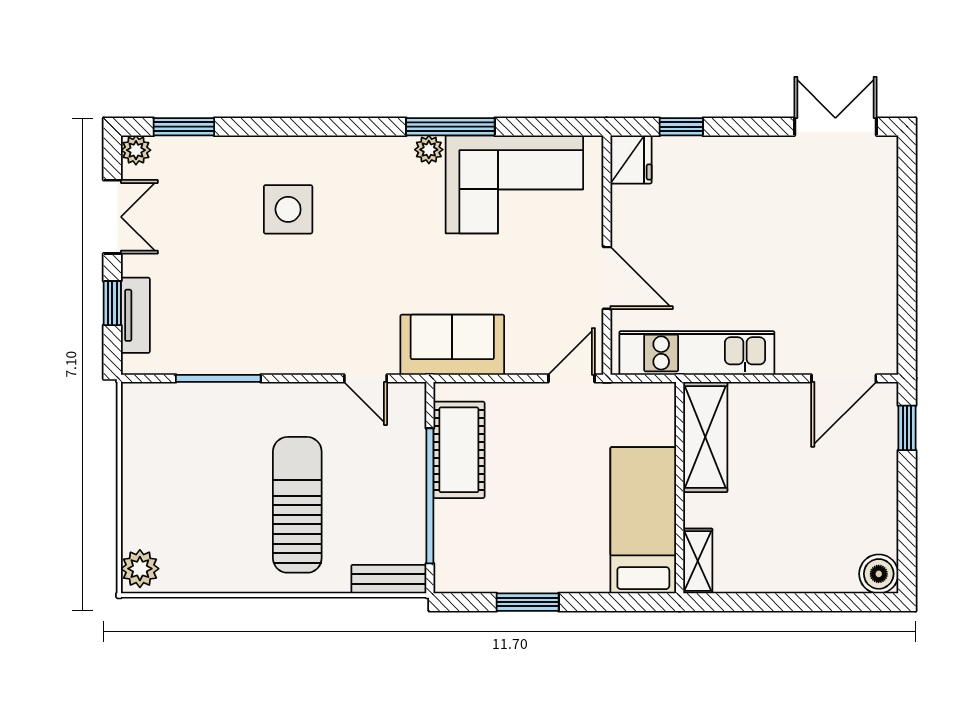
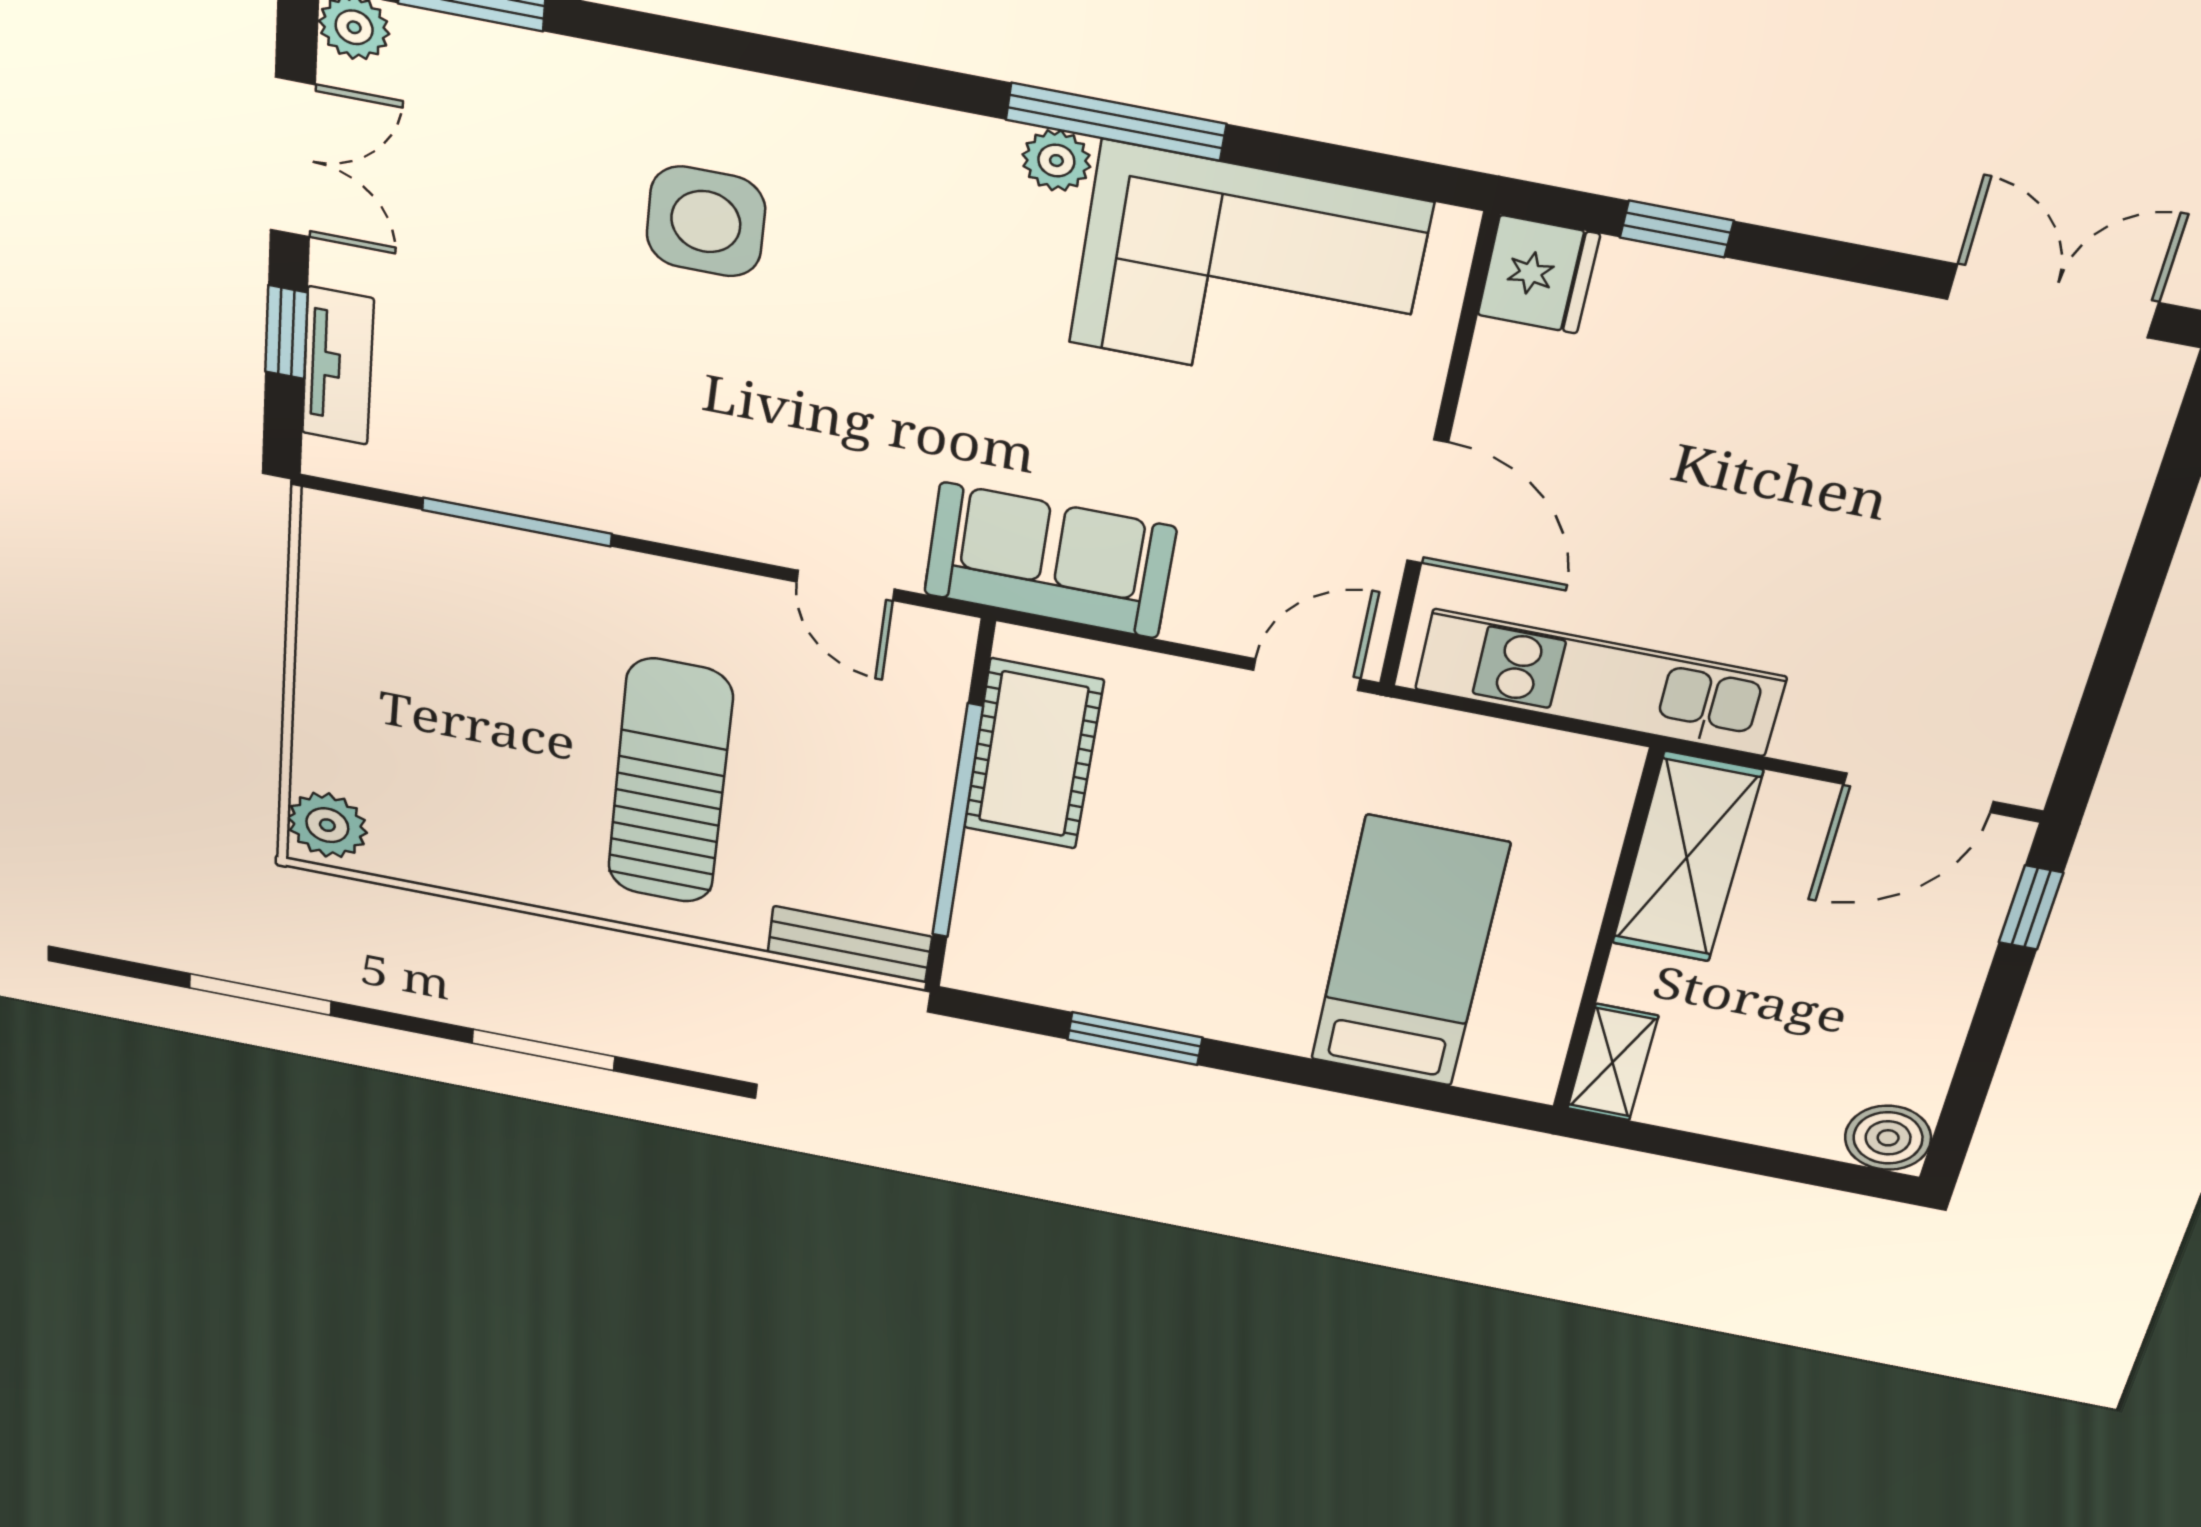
shelving: (705, 437) -> (1687, 858), moved
wall: (680, 488) -> (1607, 933), moved
shelving: (698, 561) -> (1613, 1062), moved

